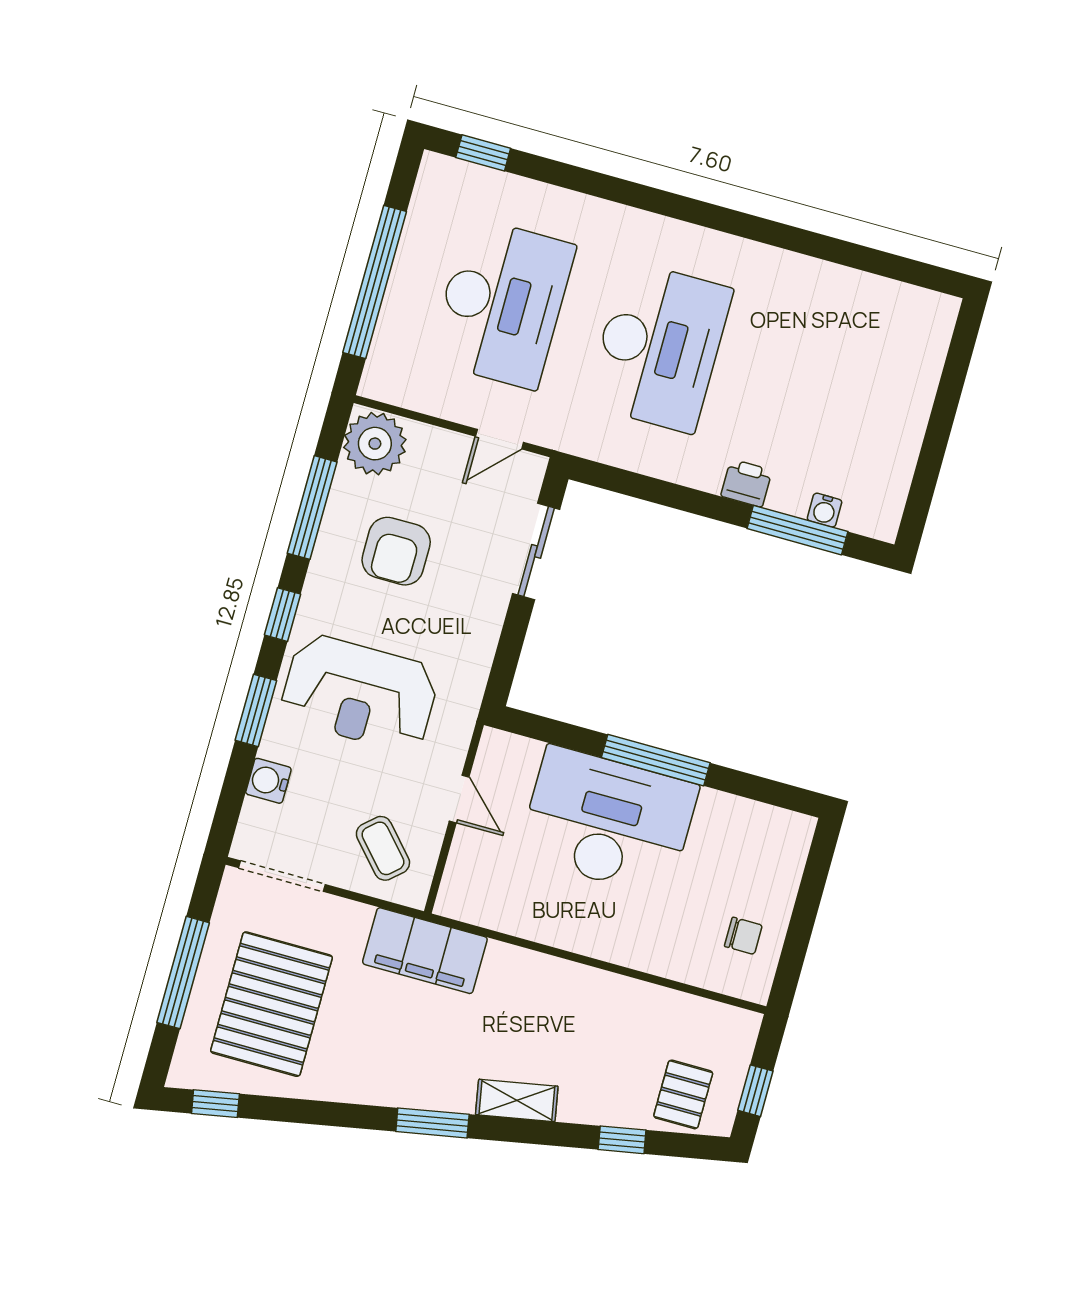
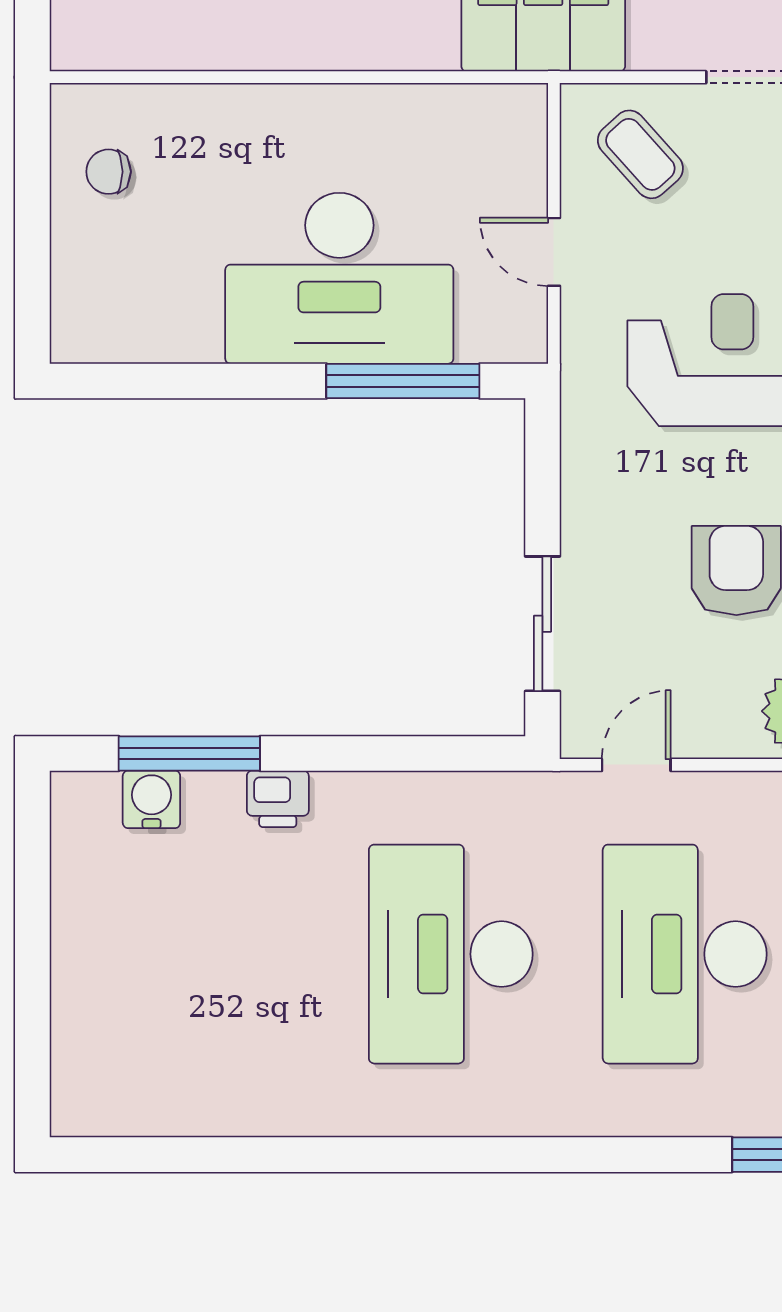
water cooler: (825, 510) -> (151, 799), width x1.38, depth x1.38
window: (656, 760) -> (403, 381), moved

